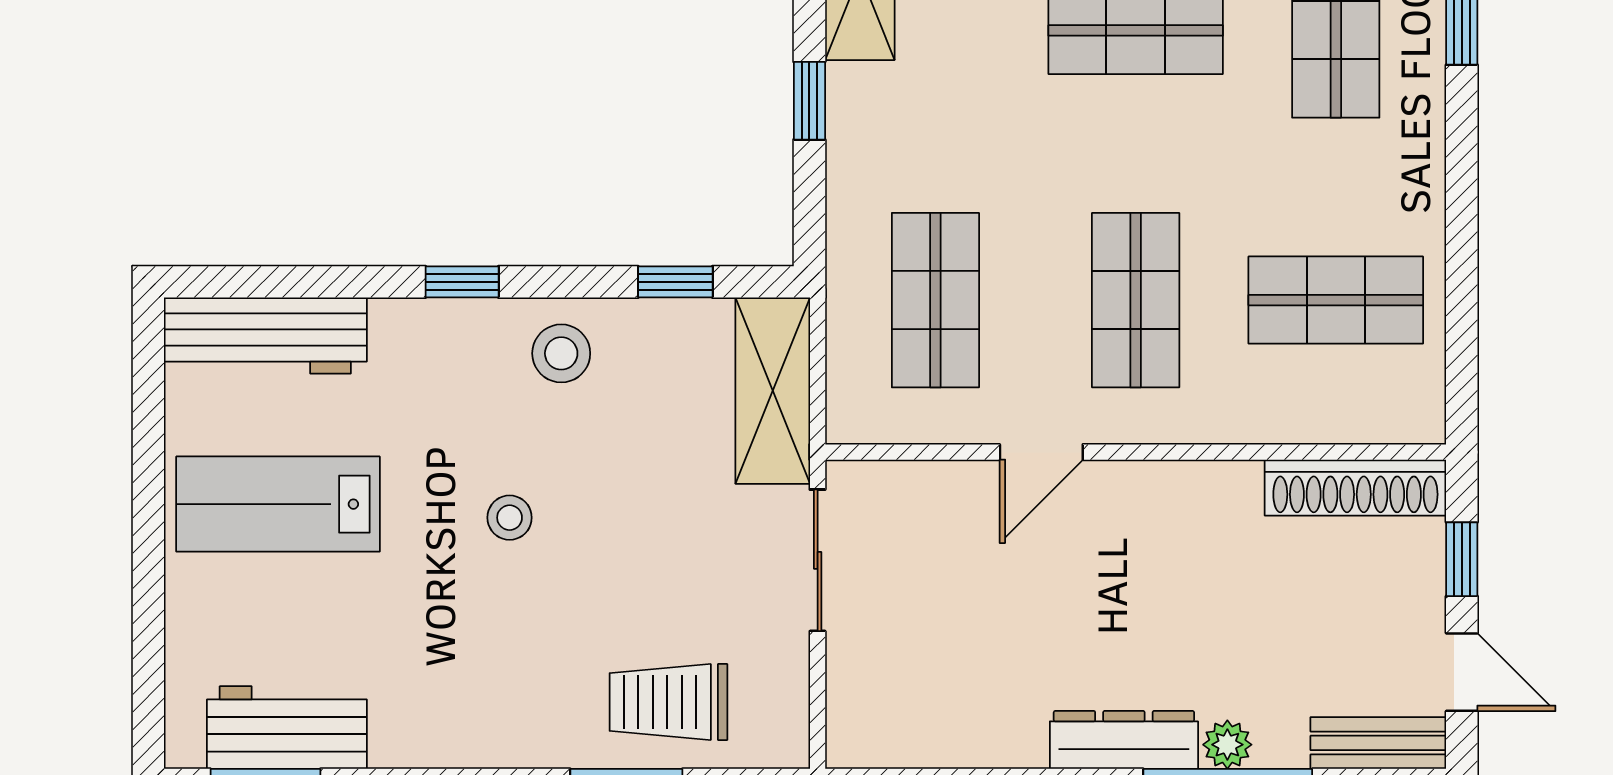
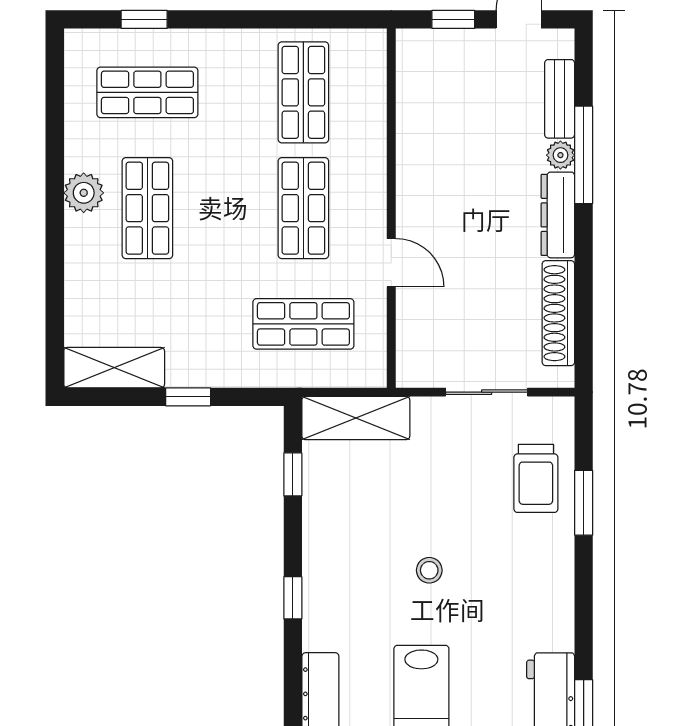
shop shelf: (1136, 300) -> (303, 208), turned 90
stool: (561, 353) -> (334, 540), removed
shoe rack: (1355, 488) -> (558, 313), moved, turned 180
sliding door: (818, 560) -> (487, 392), moved
bench: (1378, 743) -> (560, 99), moved

